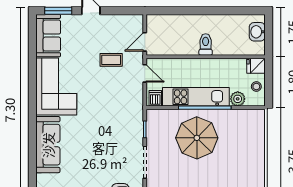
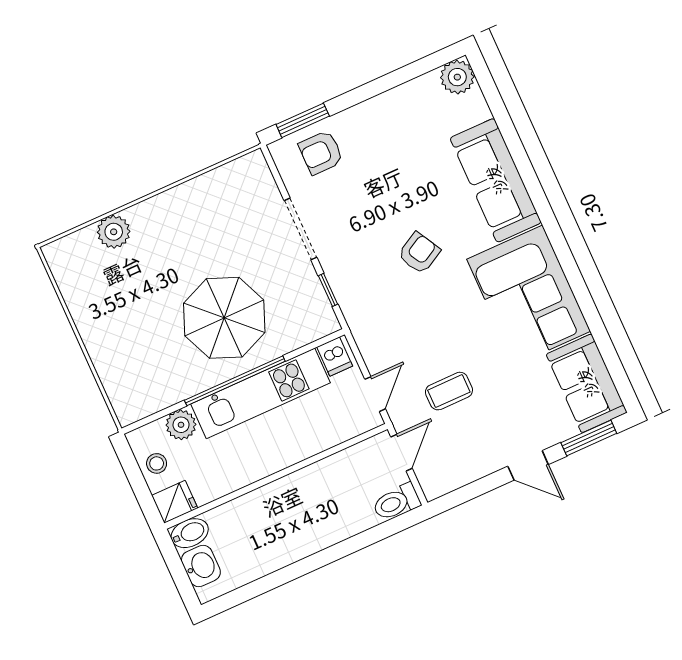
toilet: (206, 44) -> (396, 502), moved, turned 90
bidet: (256, 49) -> (190, 533), added
door: (145, 73) -> (375, 394), swing flipped
armchair: (97, 128) -> (419, 253), added

